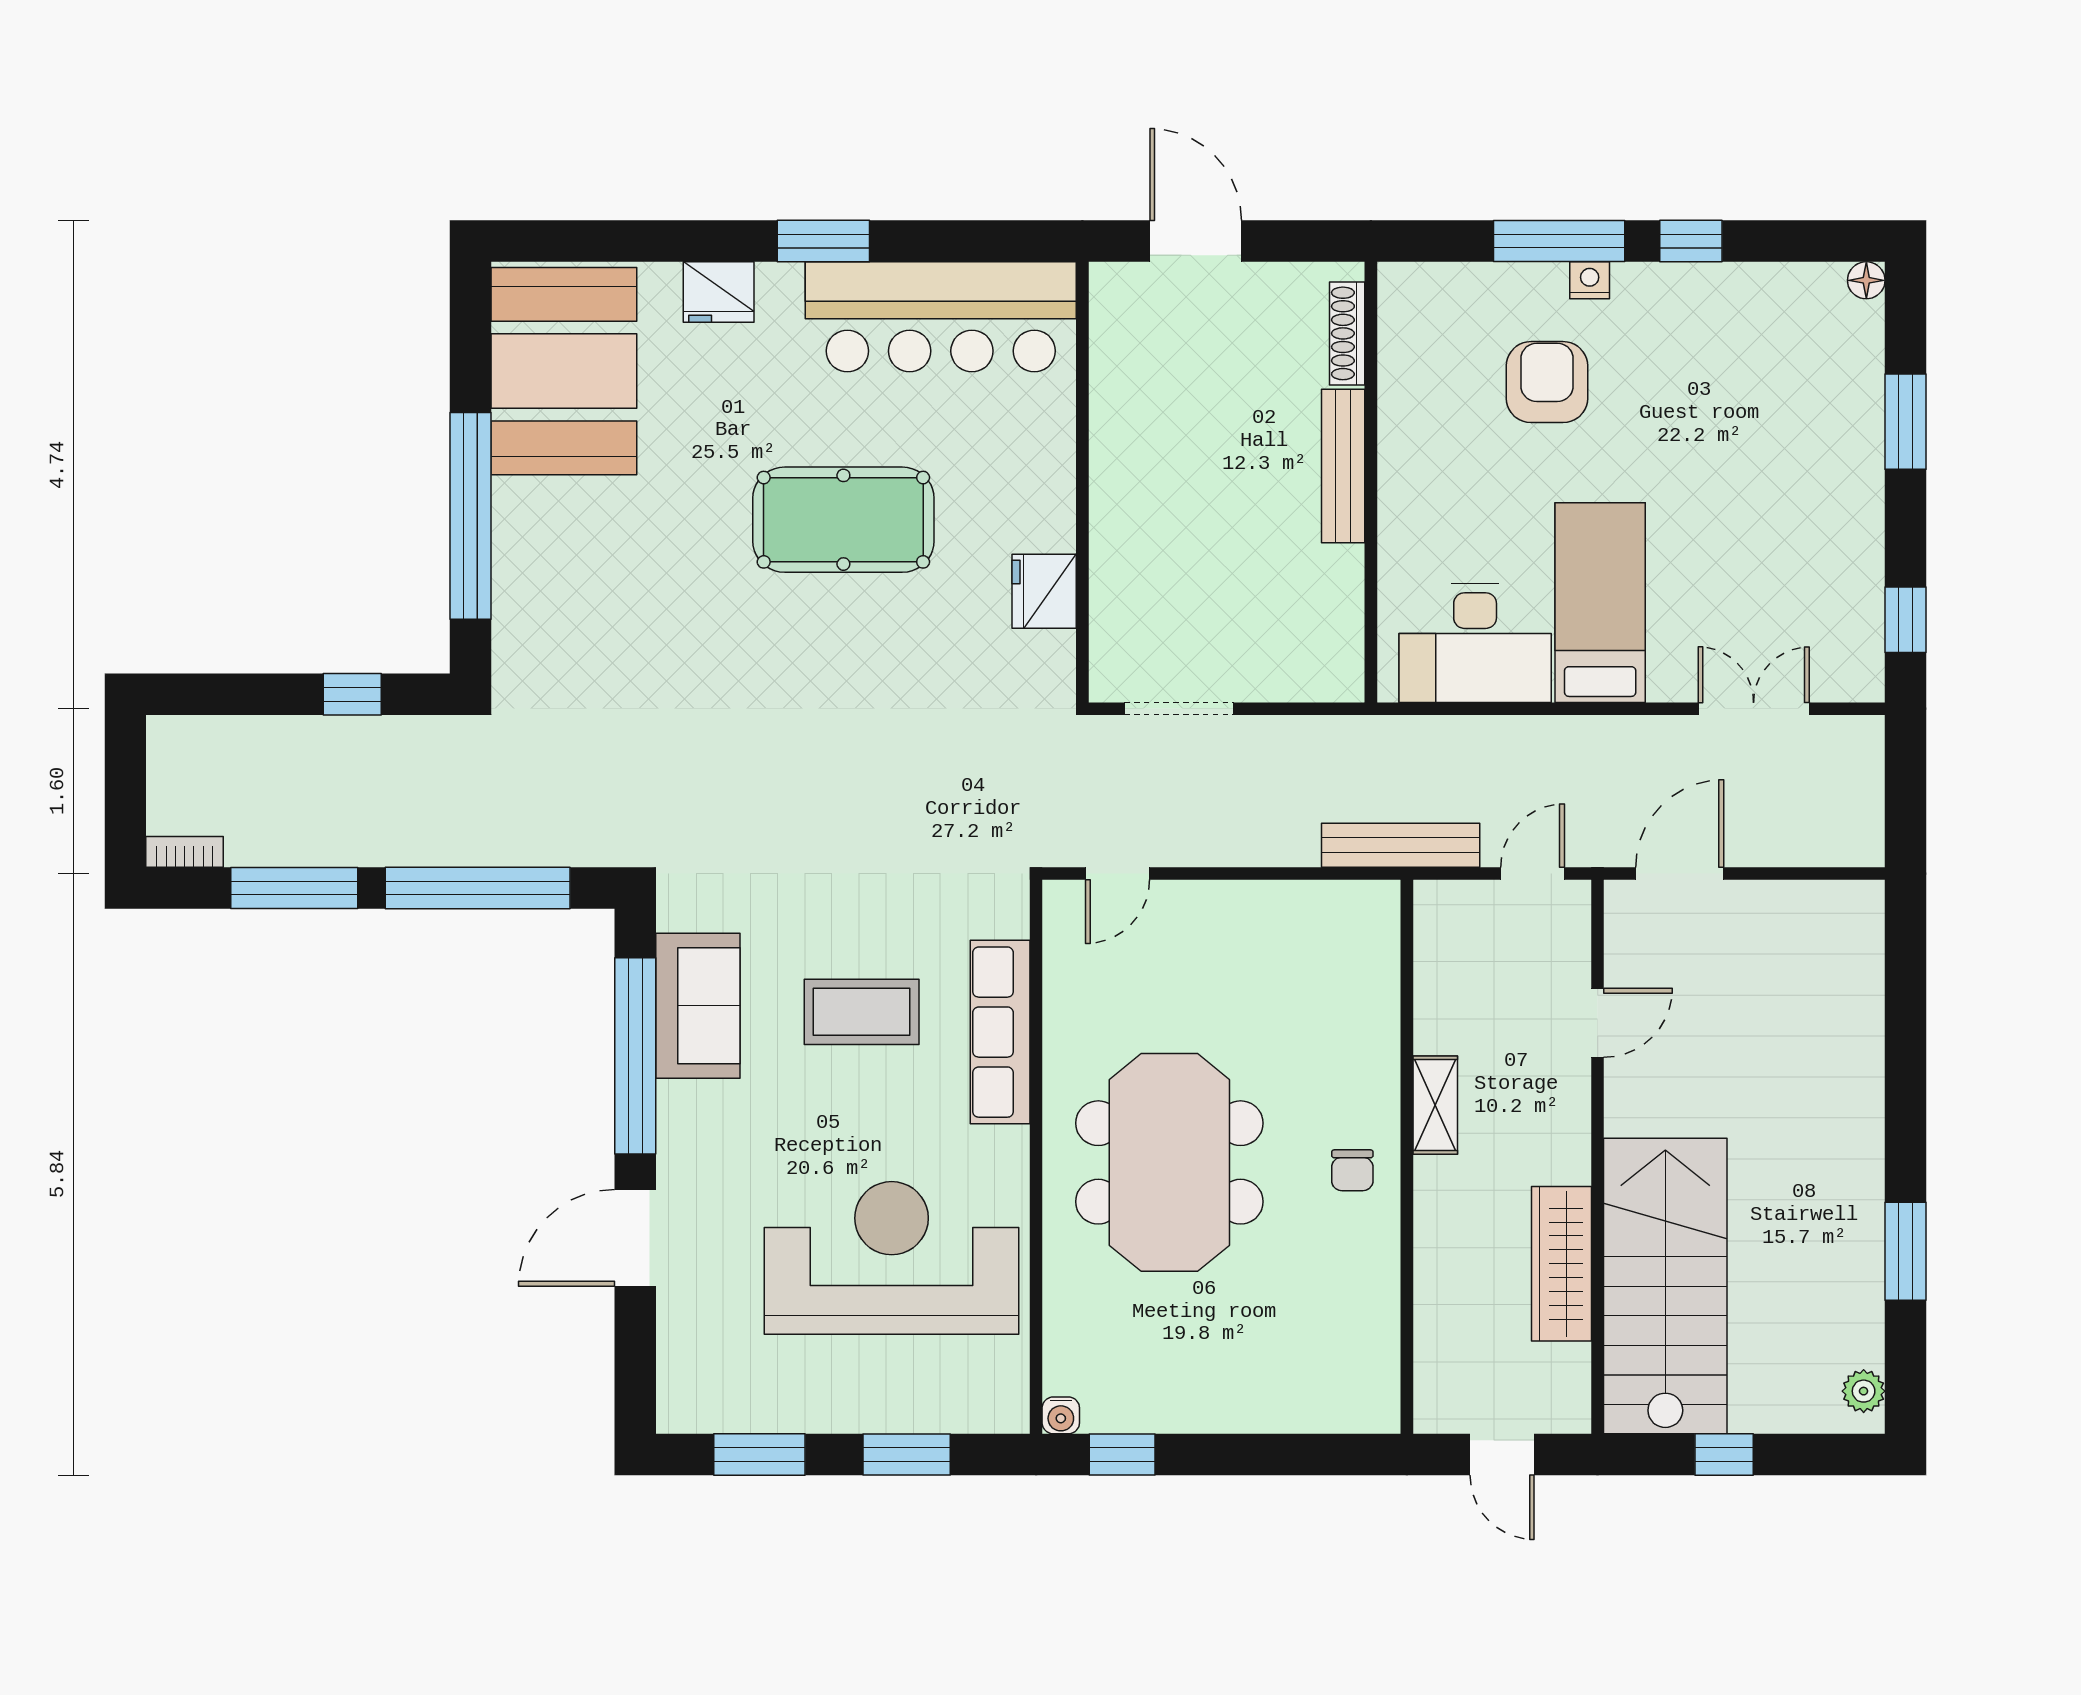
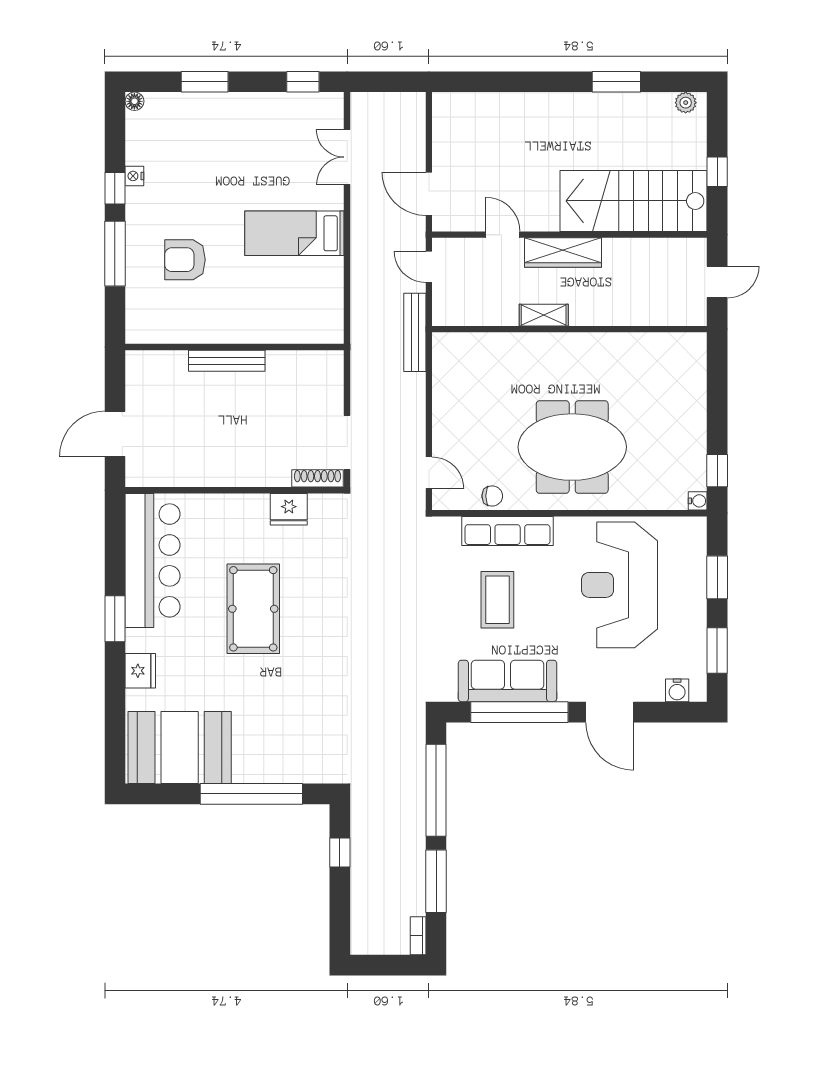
nightstand: (1590, 280) -> (134, 176), moved
shoe rack: (1347, 333) -> (318, 478), moved, turned 180
desk: (1475, 643) -> (314, 295), removed
sofa: (698, 1006) -> (507, 681), width x1.36
chair: (1352, 1170) -> (492, 496), moved
wardrobe: (1561, 1264) -> (563, 253), moved
water cooler: (679, 1374) -> (677, 690), added

